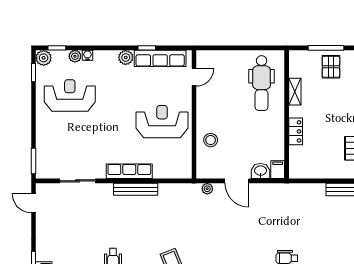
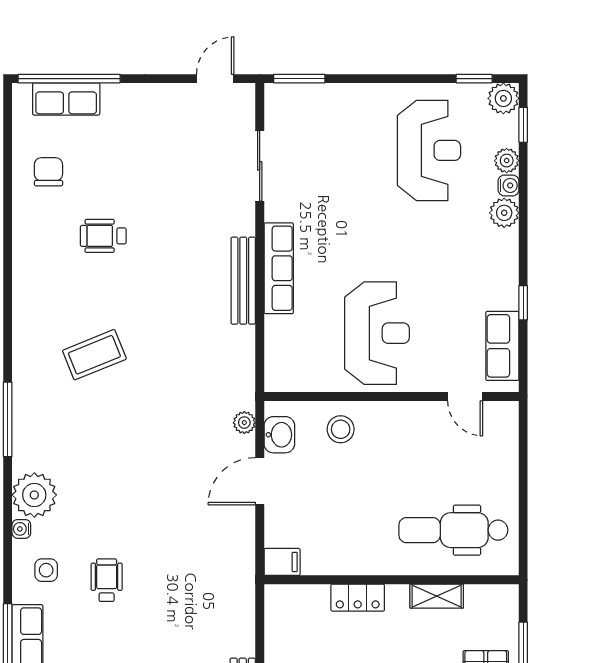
plant: (126, 57) -> (504, 213), moved
row of seats: (160, 58) -> (502, 346), width x0.68
washbasin: (260, 171) -> (279, 435), moved

